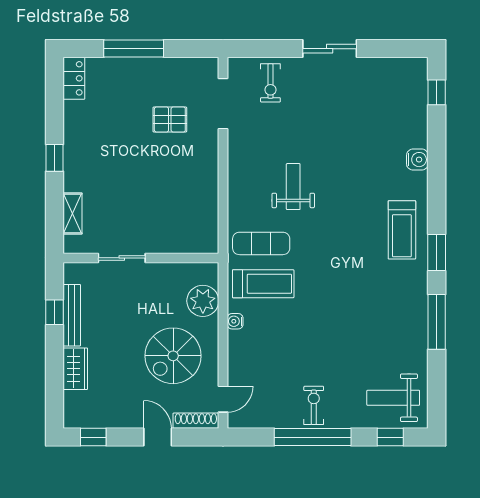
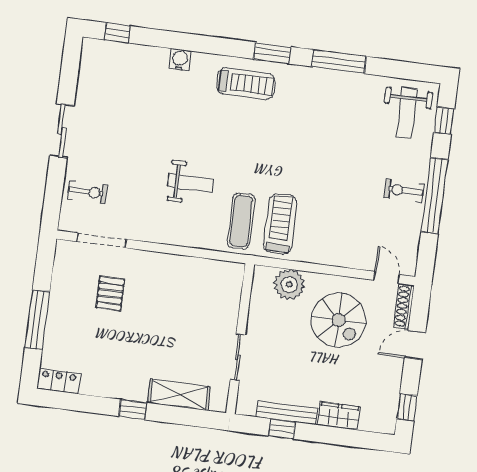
weight bench: (293, 187) -> (190, 183), turned 180
shelving: (73, 214) -> (179, 395), width x1.50, depth x1.33
water cooler: (235, 321) -> (313, 256), removed

